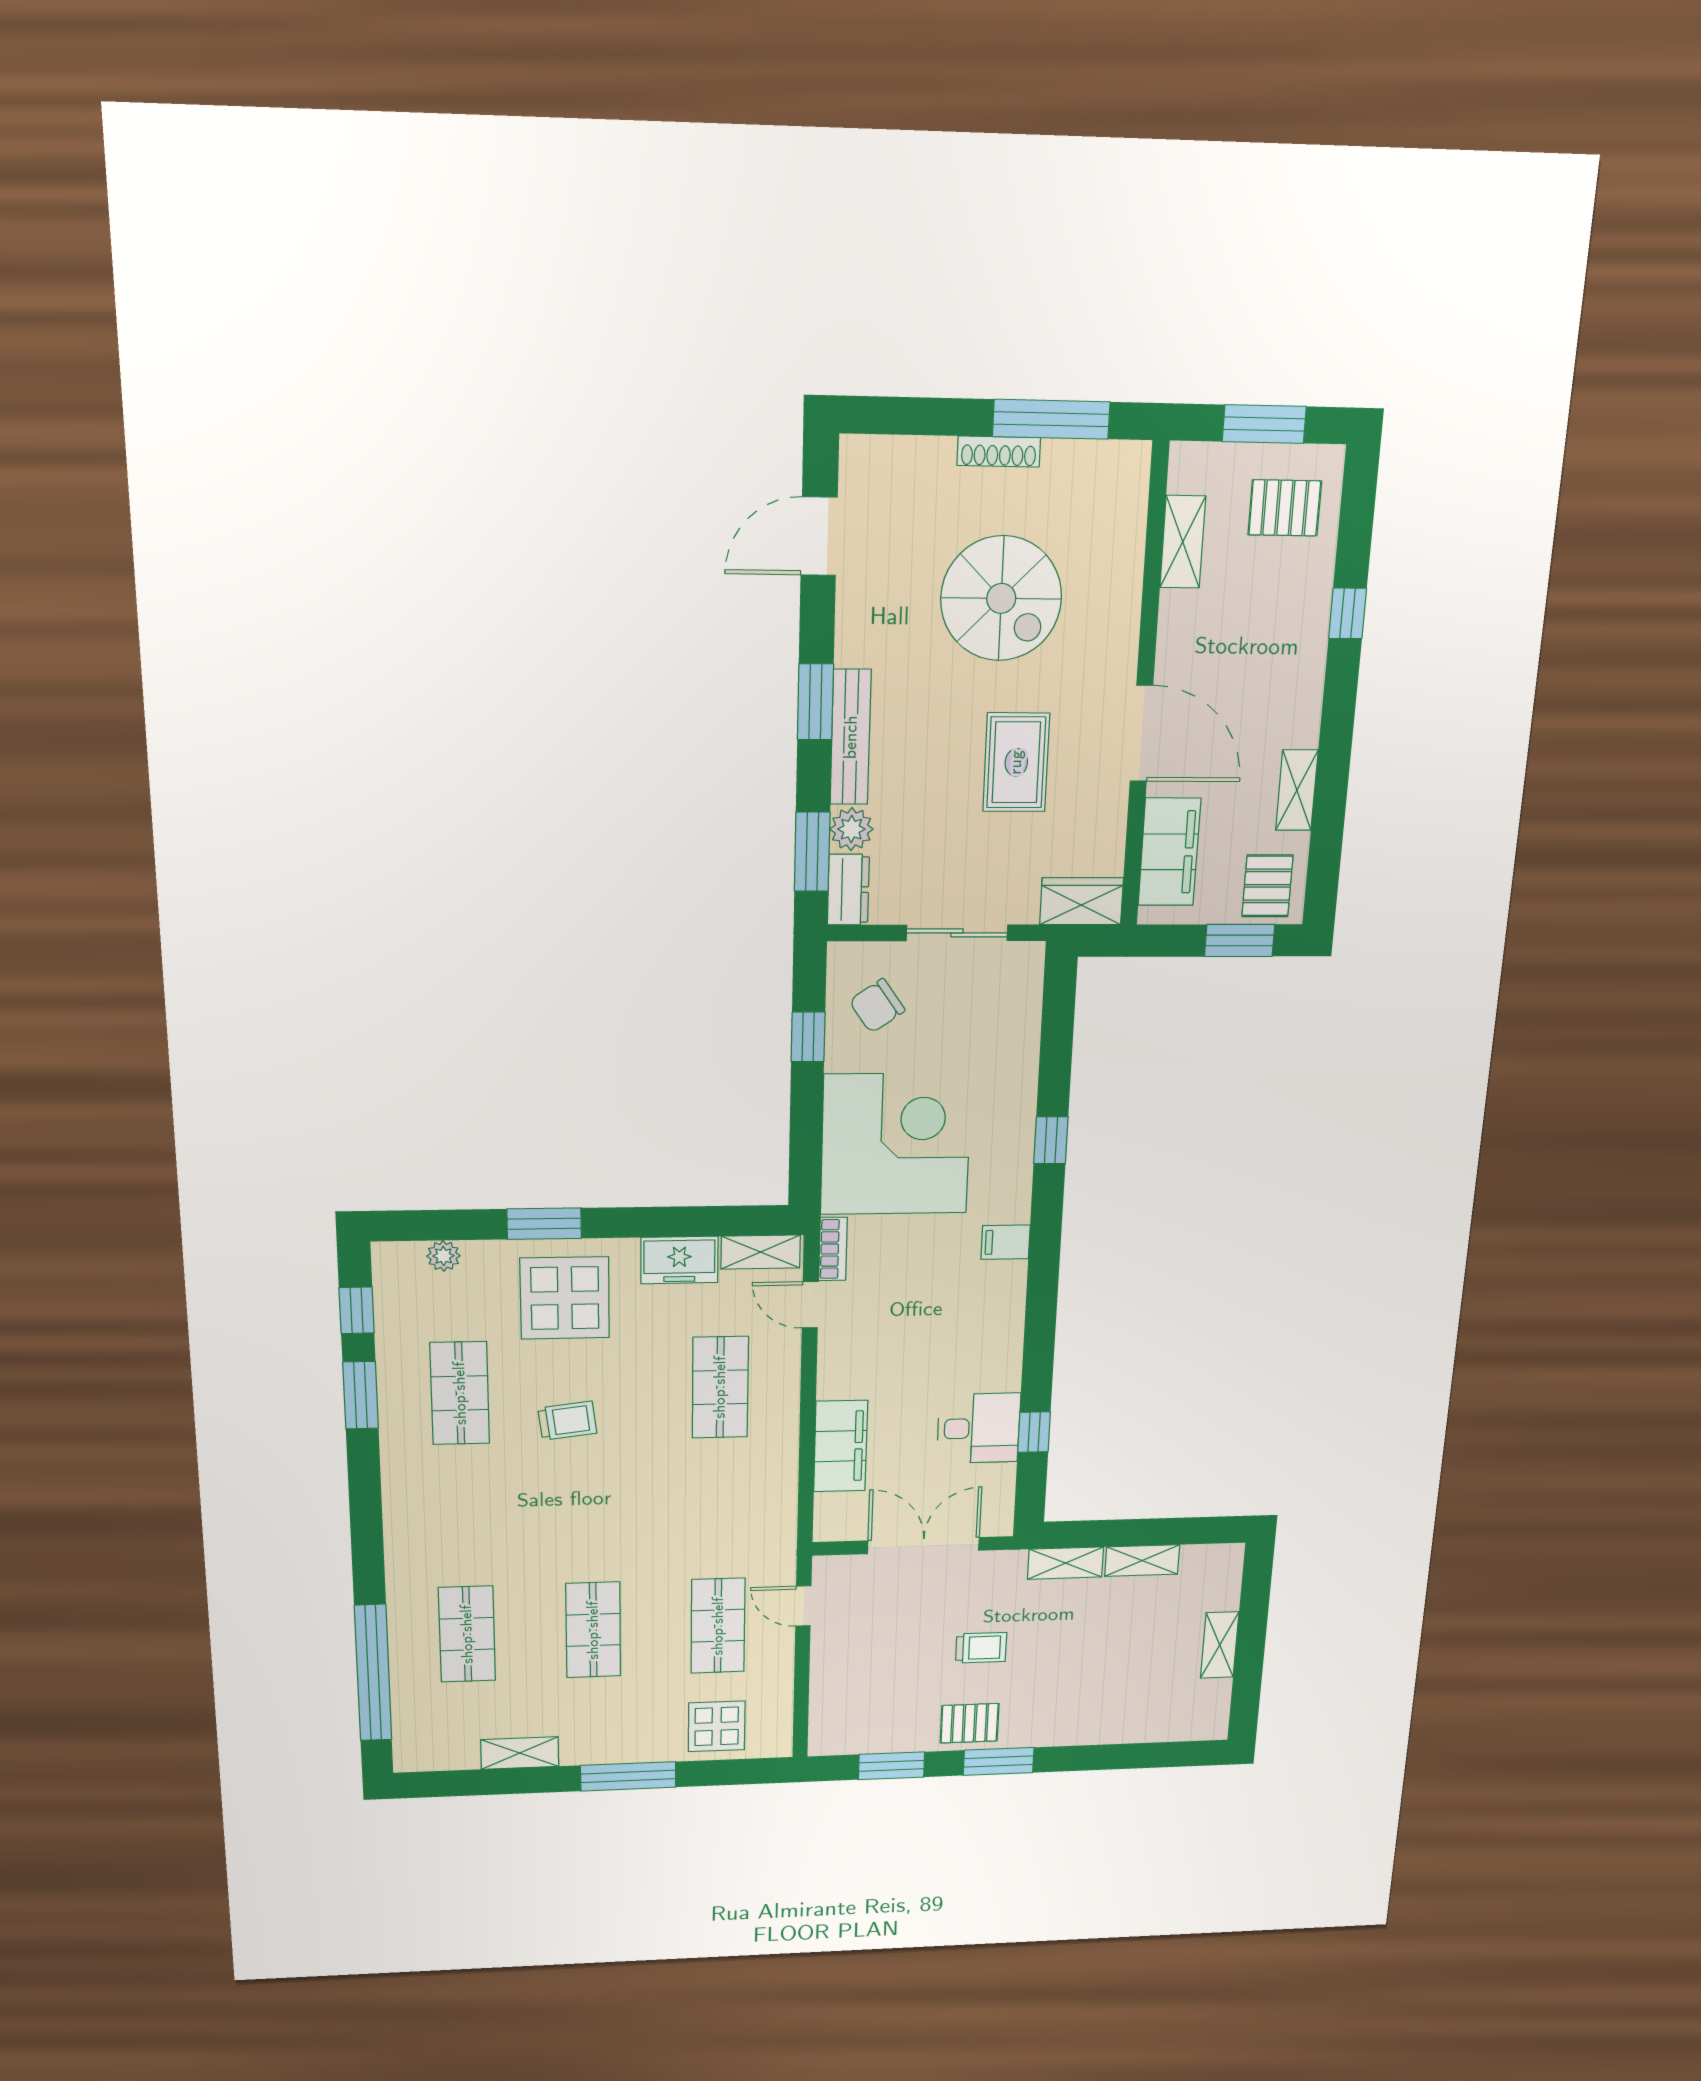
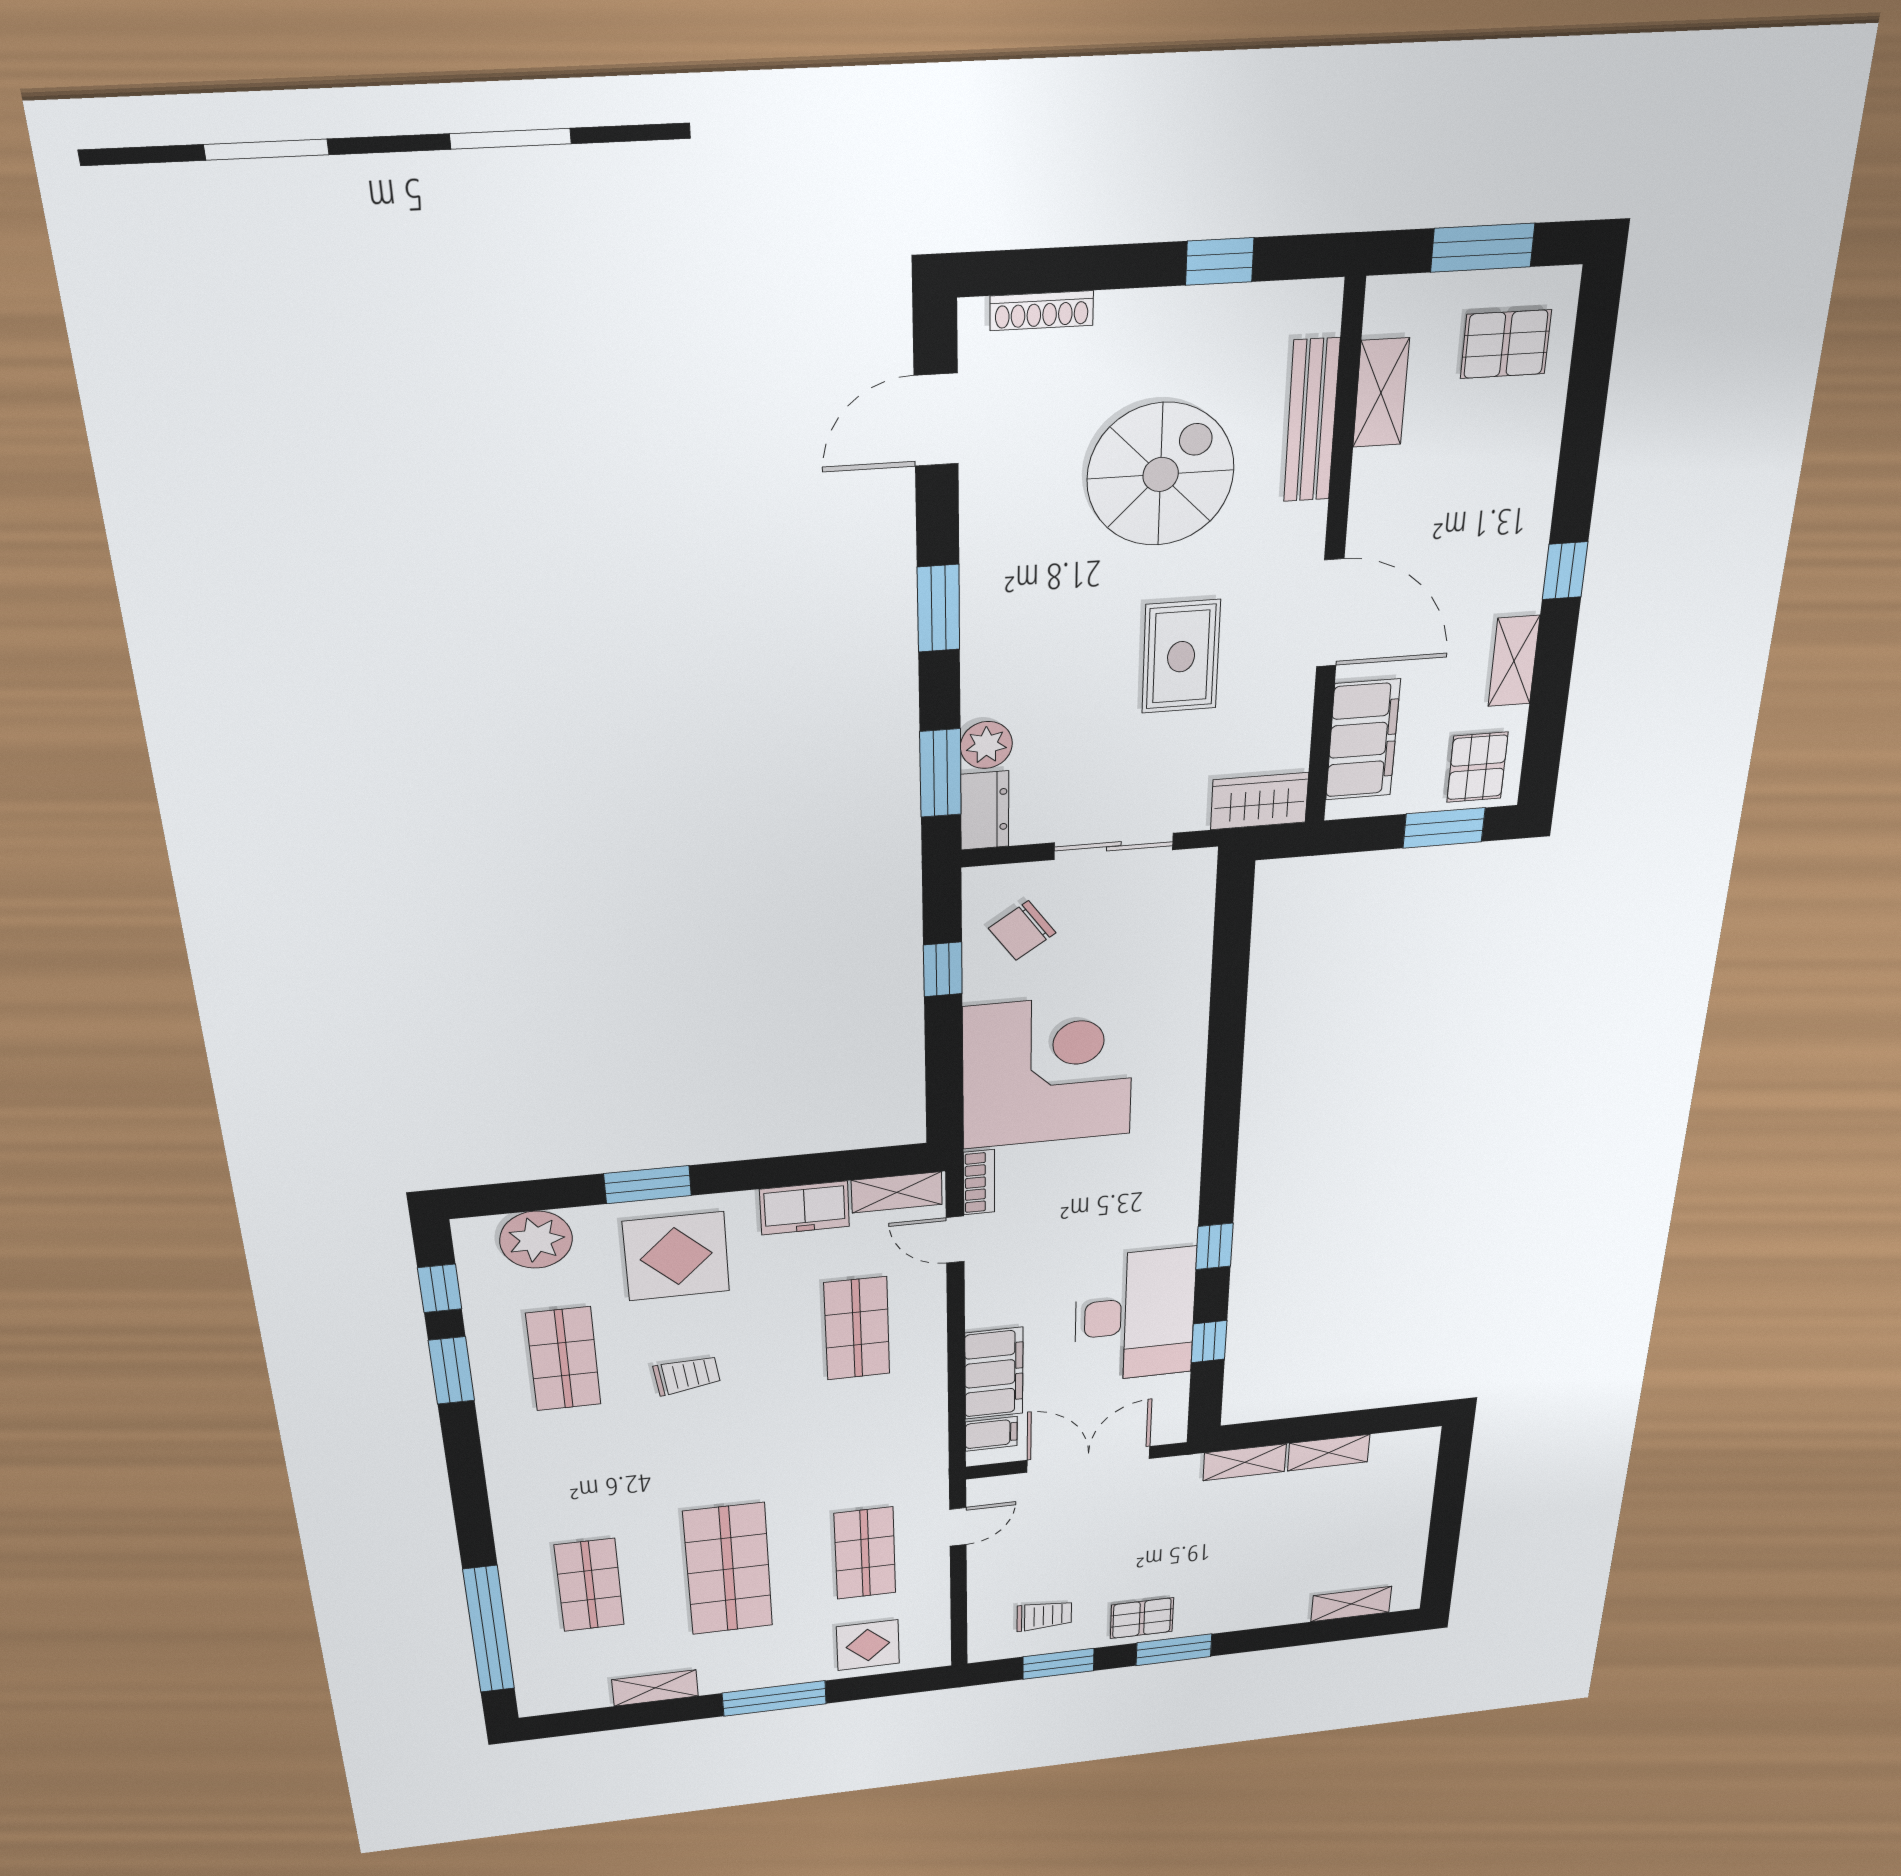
window: (1051, 419) -> (1220, 261), width x0.46
shoe rack: (999, 452) -> (1042, 311), moved
spiral stairs: (1001, 598) -> (1161, 474), turned -90
window: (1348, 613) -> (1565, 571), moved
bench: (851, 737) -> (1312, 421), moved
window: (1051, 1140) -> (1214, 1246), moved
filing cabinet: (1006, 1242) -> (991, 1434), moved, turned 180
plant: (443, 1256) -> (536, 1240), width x1.88, depth x1.88
desk: (979, 1428) -> (1135, 1316), width x1.87, depth x1.30
door: (803, 1606) -> (958, 1527), swing flipped
shop shelf: (593, 1630) -> (728, 1569), width x1.43, depth x1.36
shelving: (1220, 1645) -> (1351, 1604), moved, turned 90
trolley: (981, 1648) -> (1044, 1616), moved

